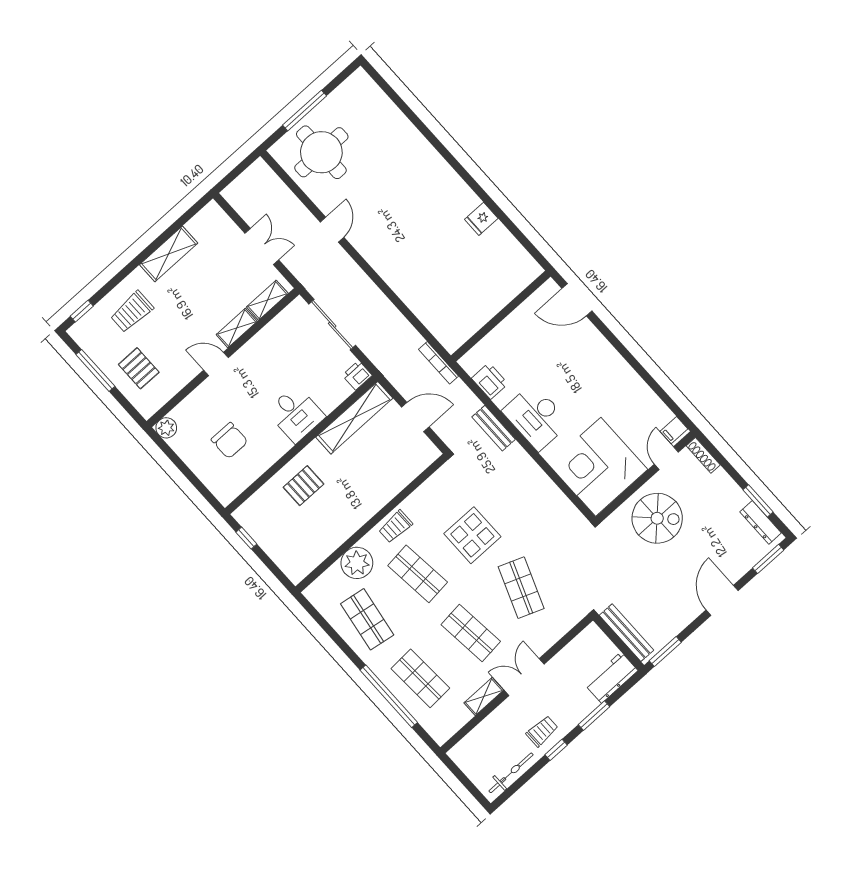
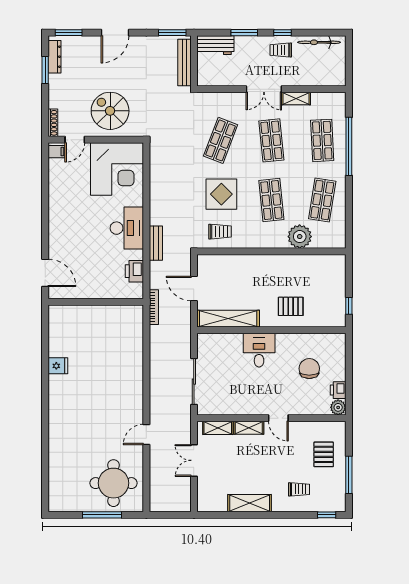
trolley: (132, 312) -> (299, 489), width x0.73, depth x0.72
printer: (357, 375) -> (338, 390), moved, turned 90
trolley: (395, 527) -> (220, 232), moved

